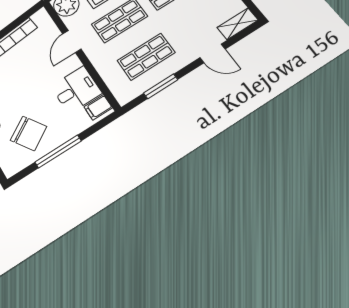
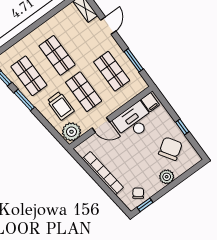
desk: (76, 90) -> (134, 121), width x1.37
window: (58, 151) -> (182, 127), width x0.46

